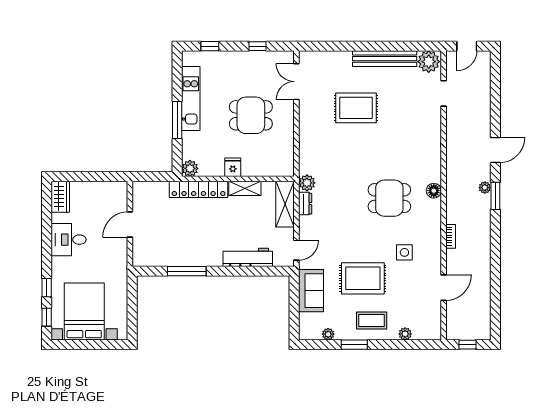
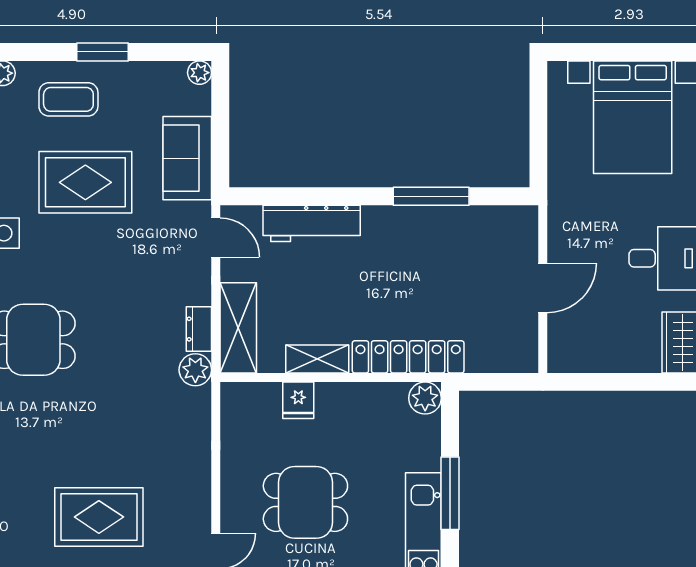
fridge: (233, 167) -> (298, 400), moved
door: (296, 250) -> (216, 238), swing flipped
plant: (328, 334) -> (200, 73), moved

